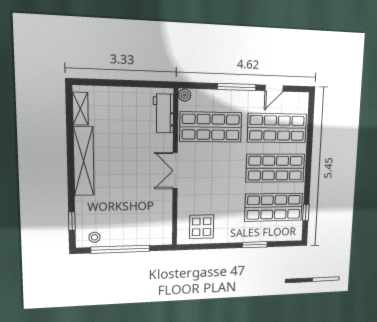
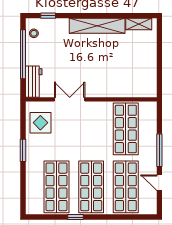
plant: (185, 95) -> (151, 107), removed
workbench: (163, 113) -> (34, 82), moved, turned 90
double door: (175, 171) -> (70, 99), moved
window: (306, 212) -> (76, 217), moved
window: (255, 245) -> (23, 150), moved

